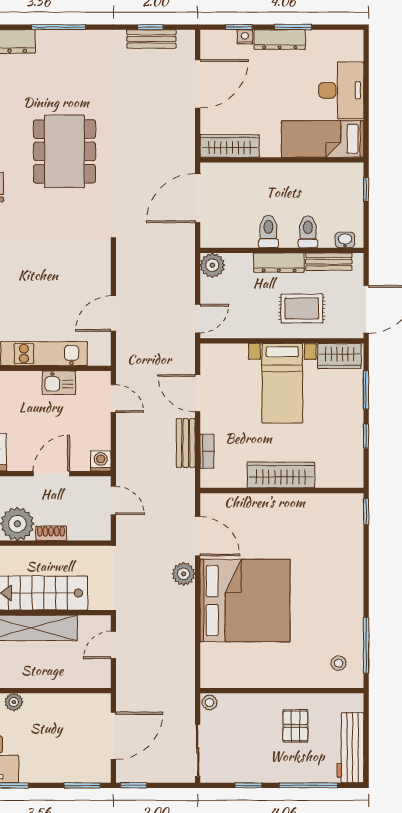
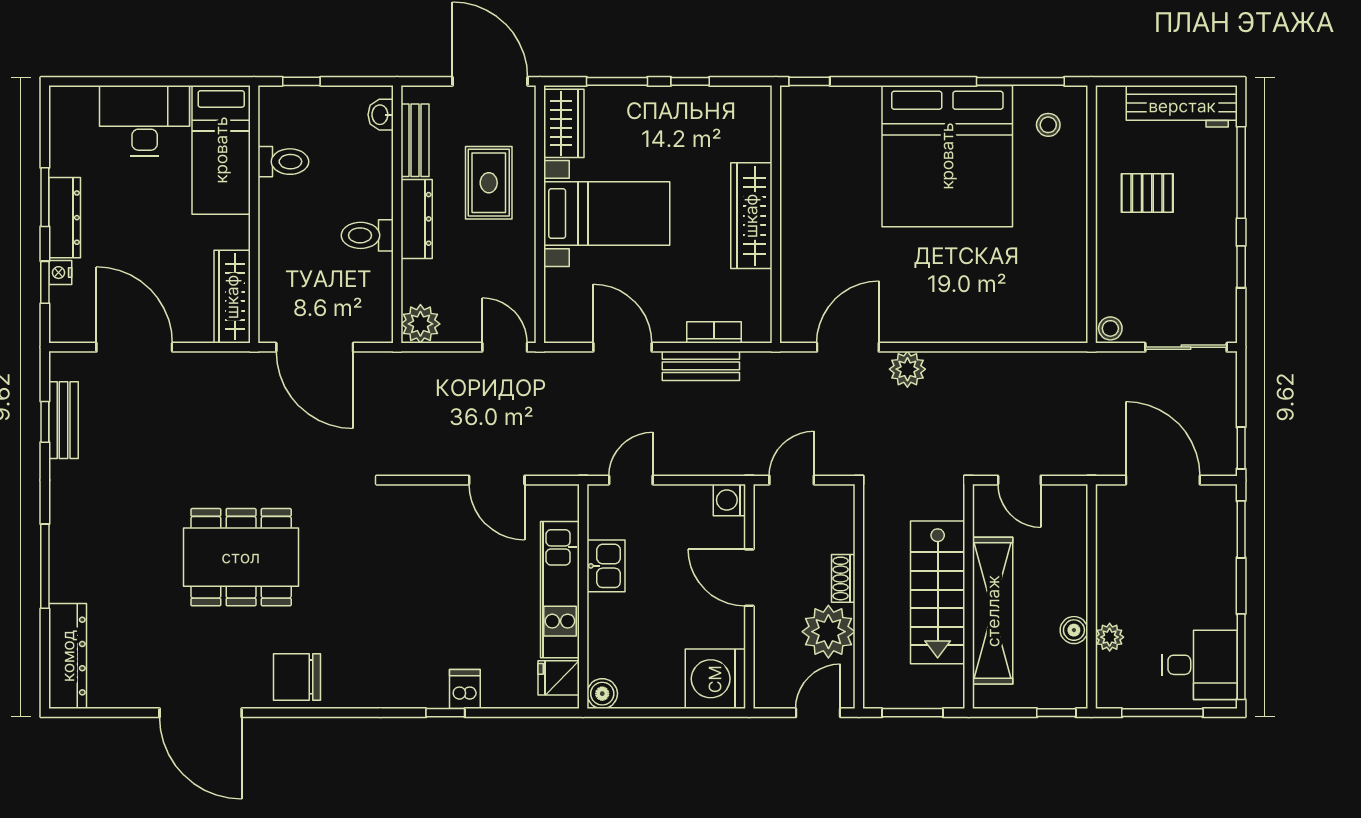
toilet: (308, 232) -> (283, 162), moved, turned 180
door: (198, 393) -> (623, 347), swing flipped
bed: (245, 601) -> (947, 156), moved, turned 180
boiler: (18, 679) -> (1074, 630), added

